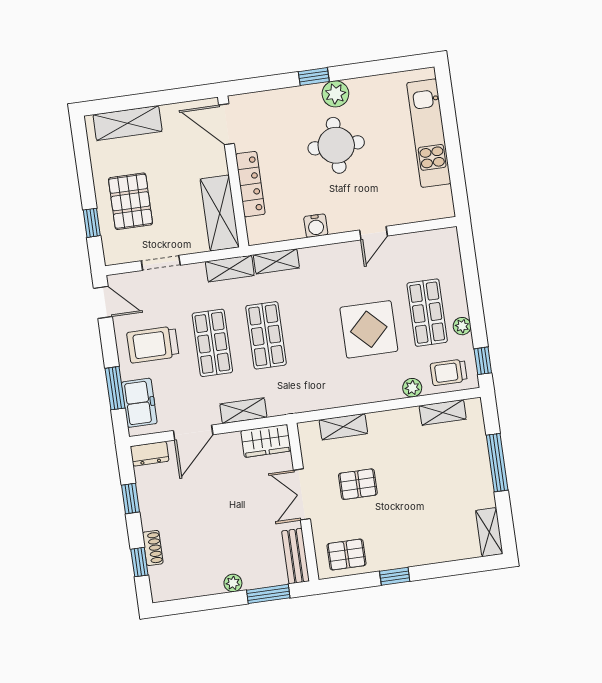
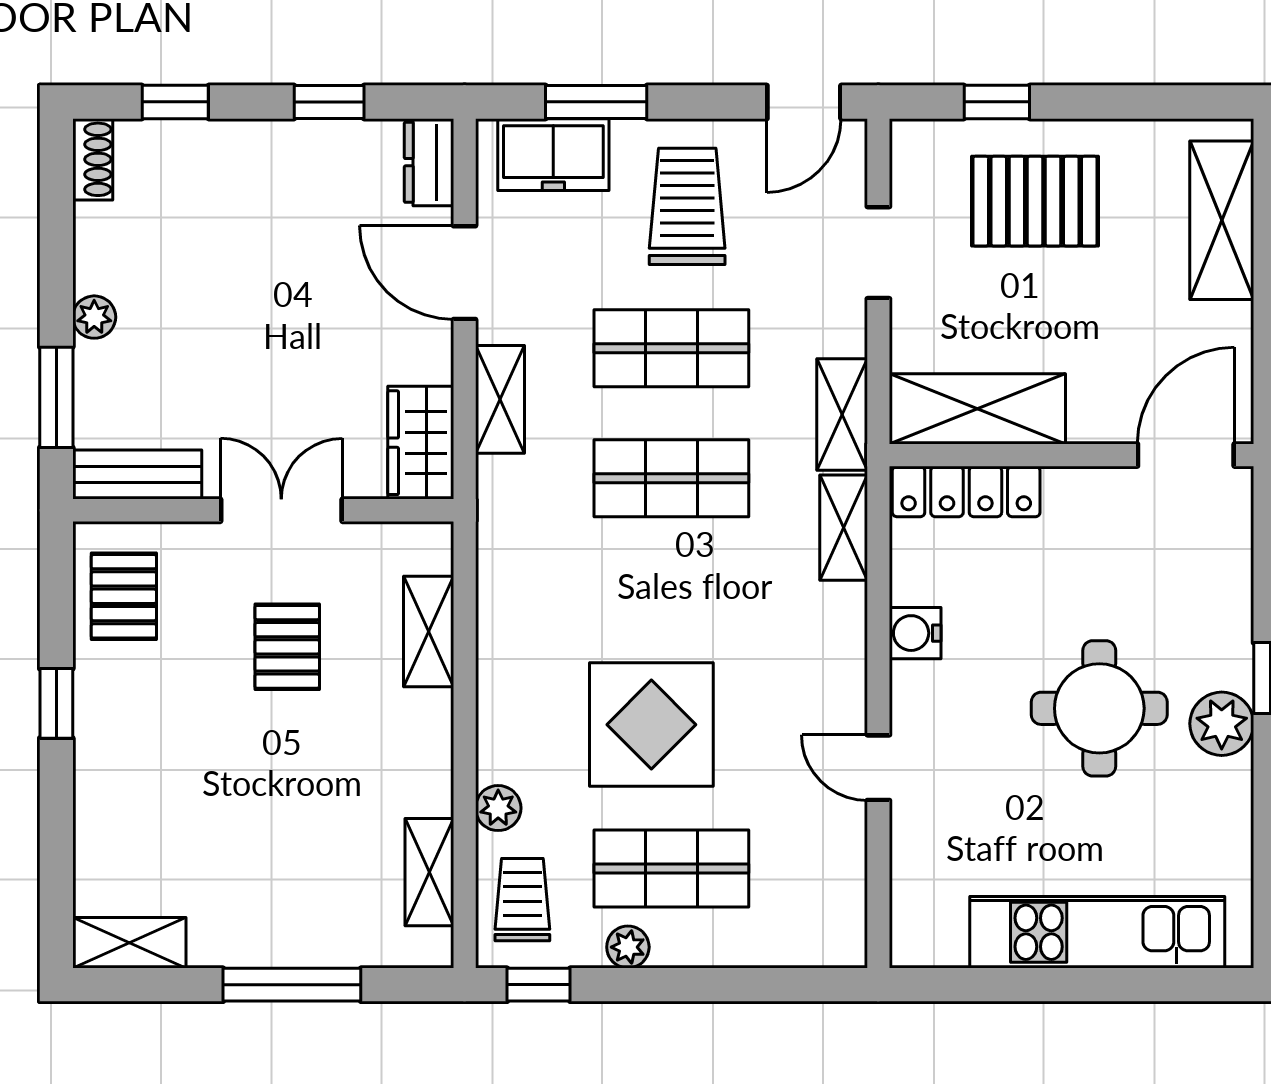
locker: (250, 184) -> (966, 492), moved
shoe rack: (153, 548) -> (93, 159), moved, turned -90

